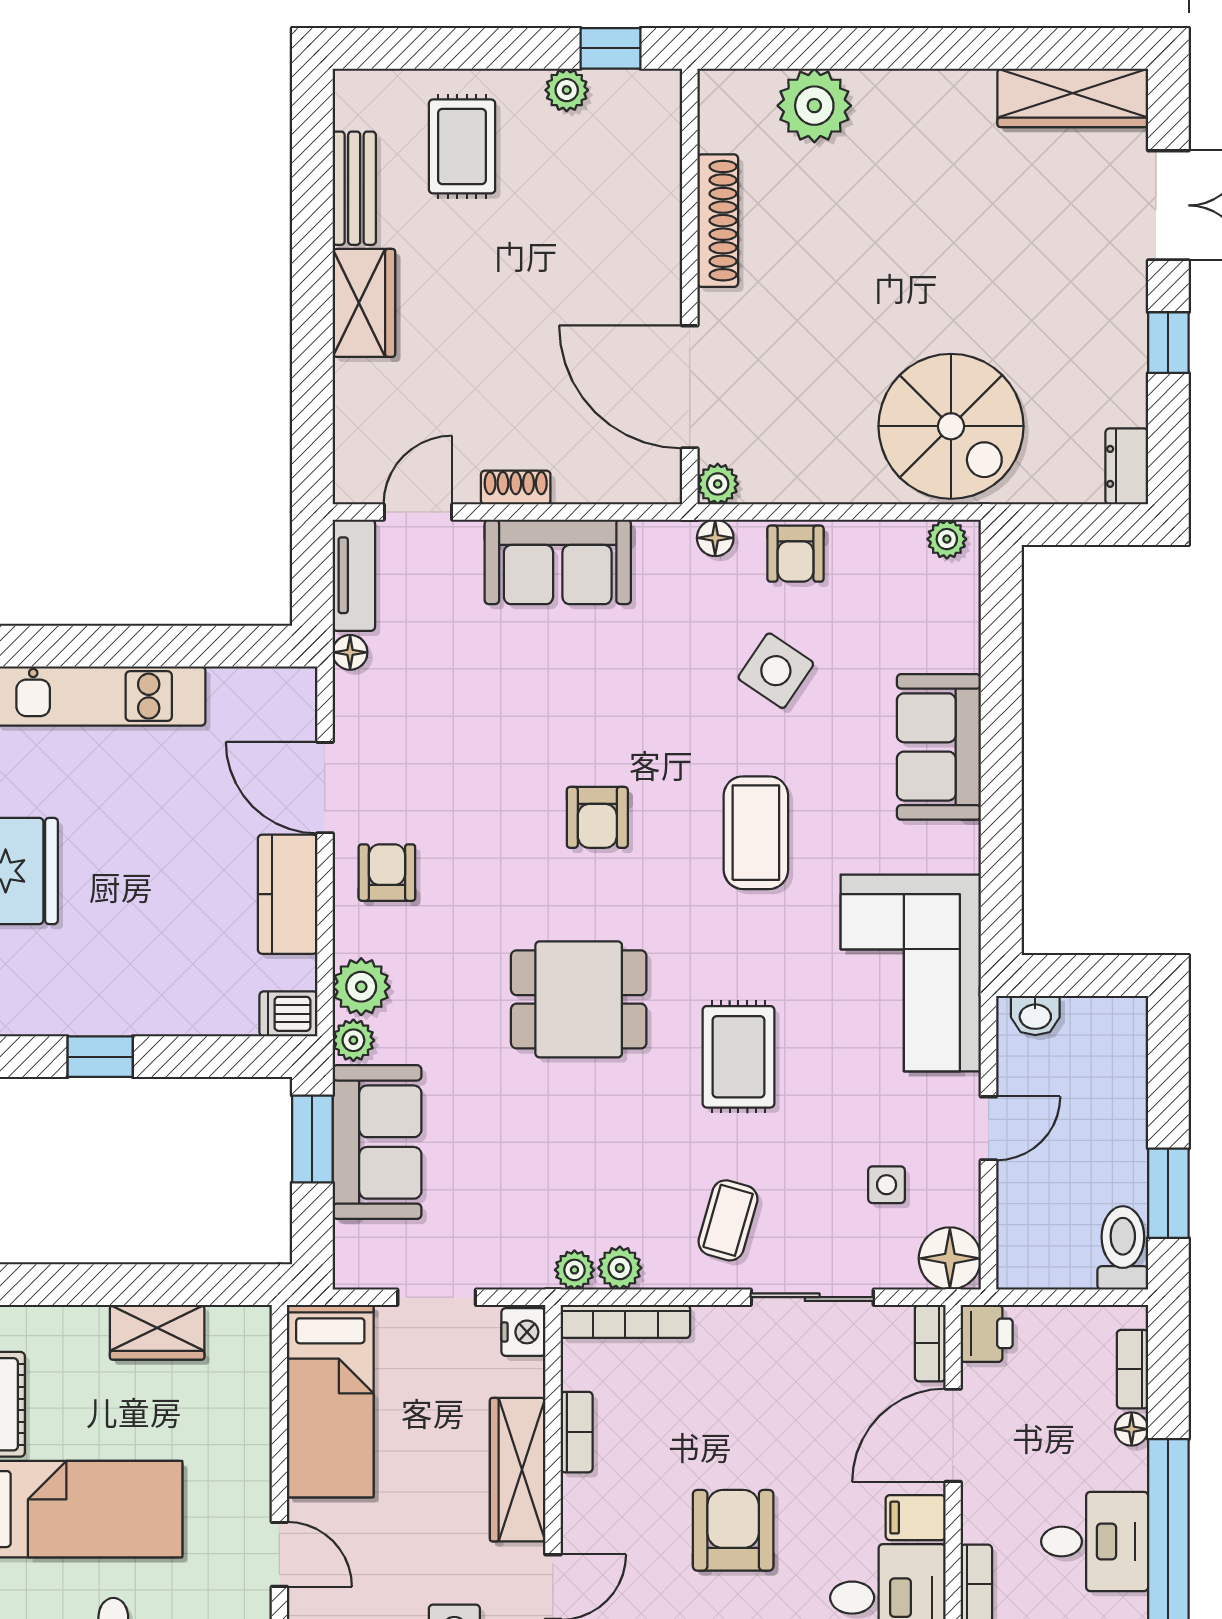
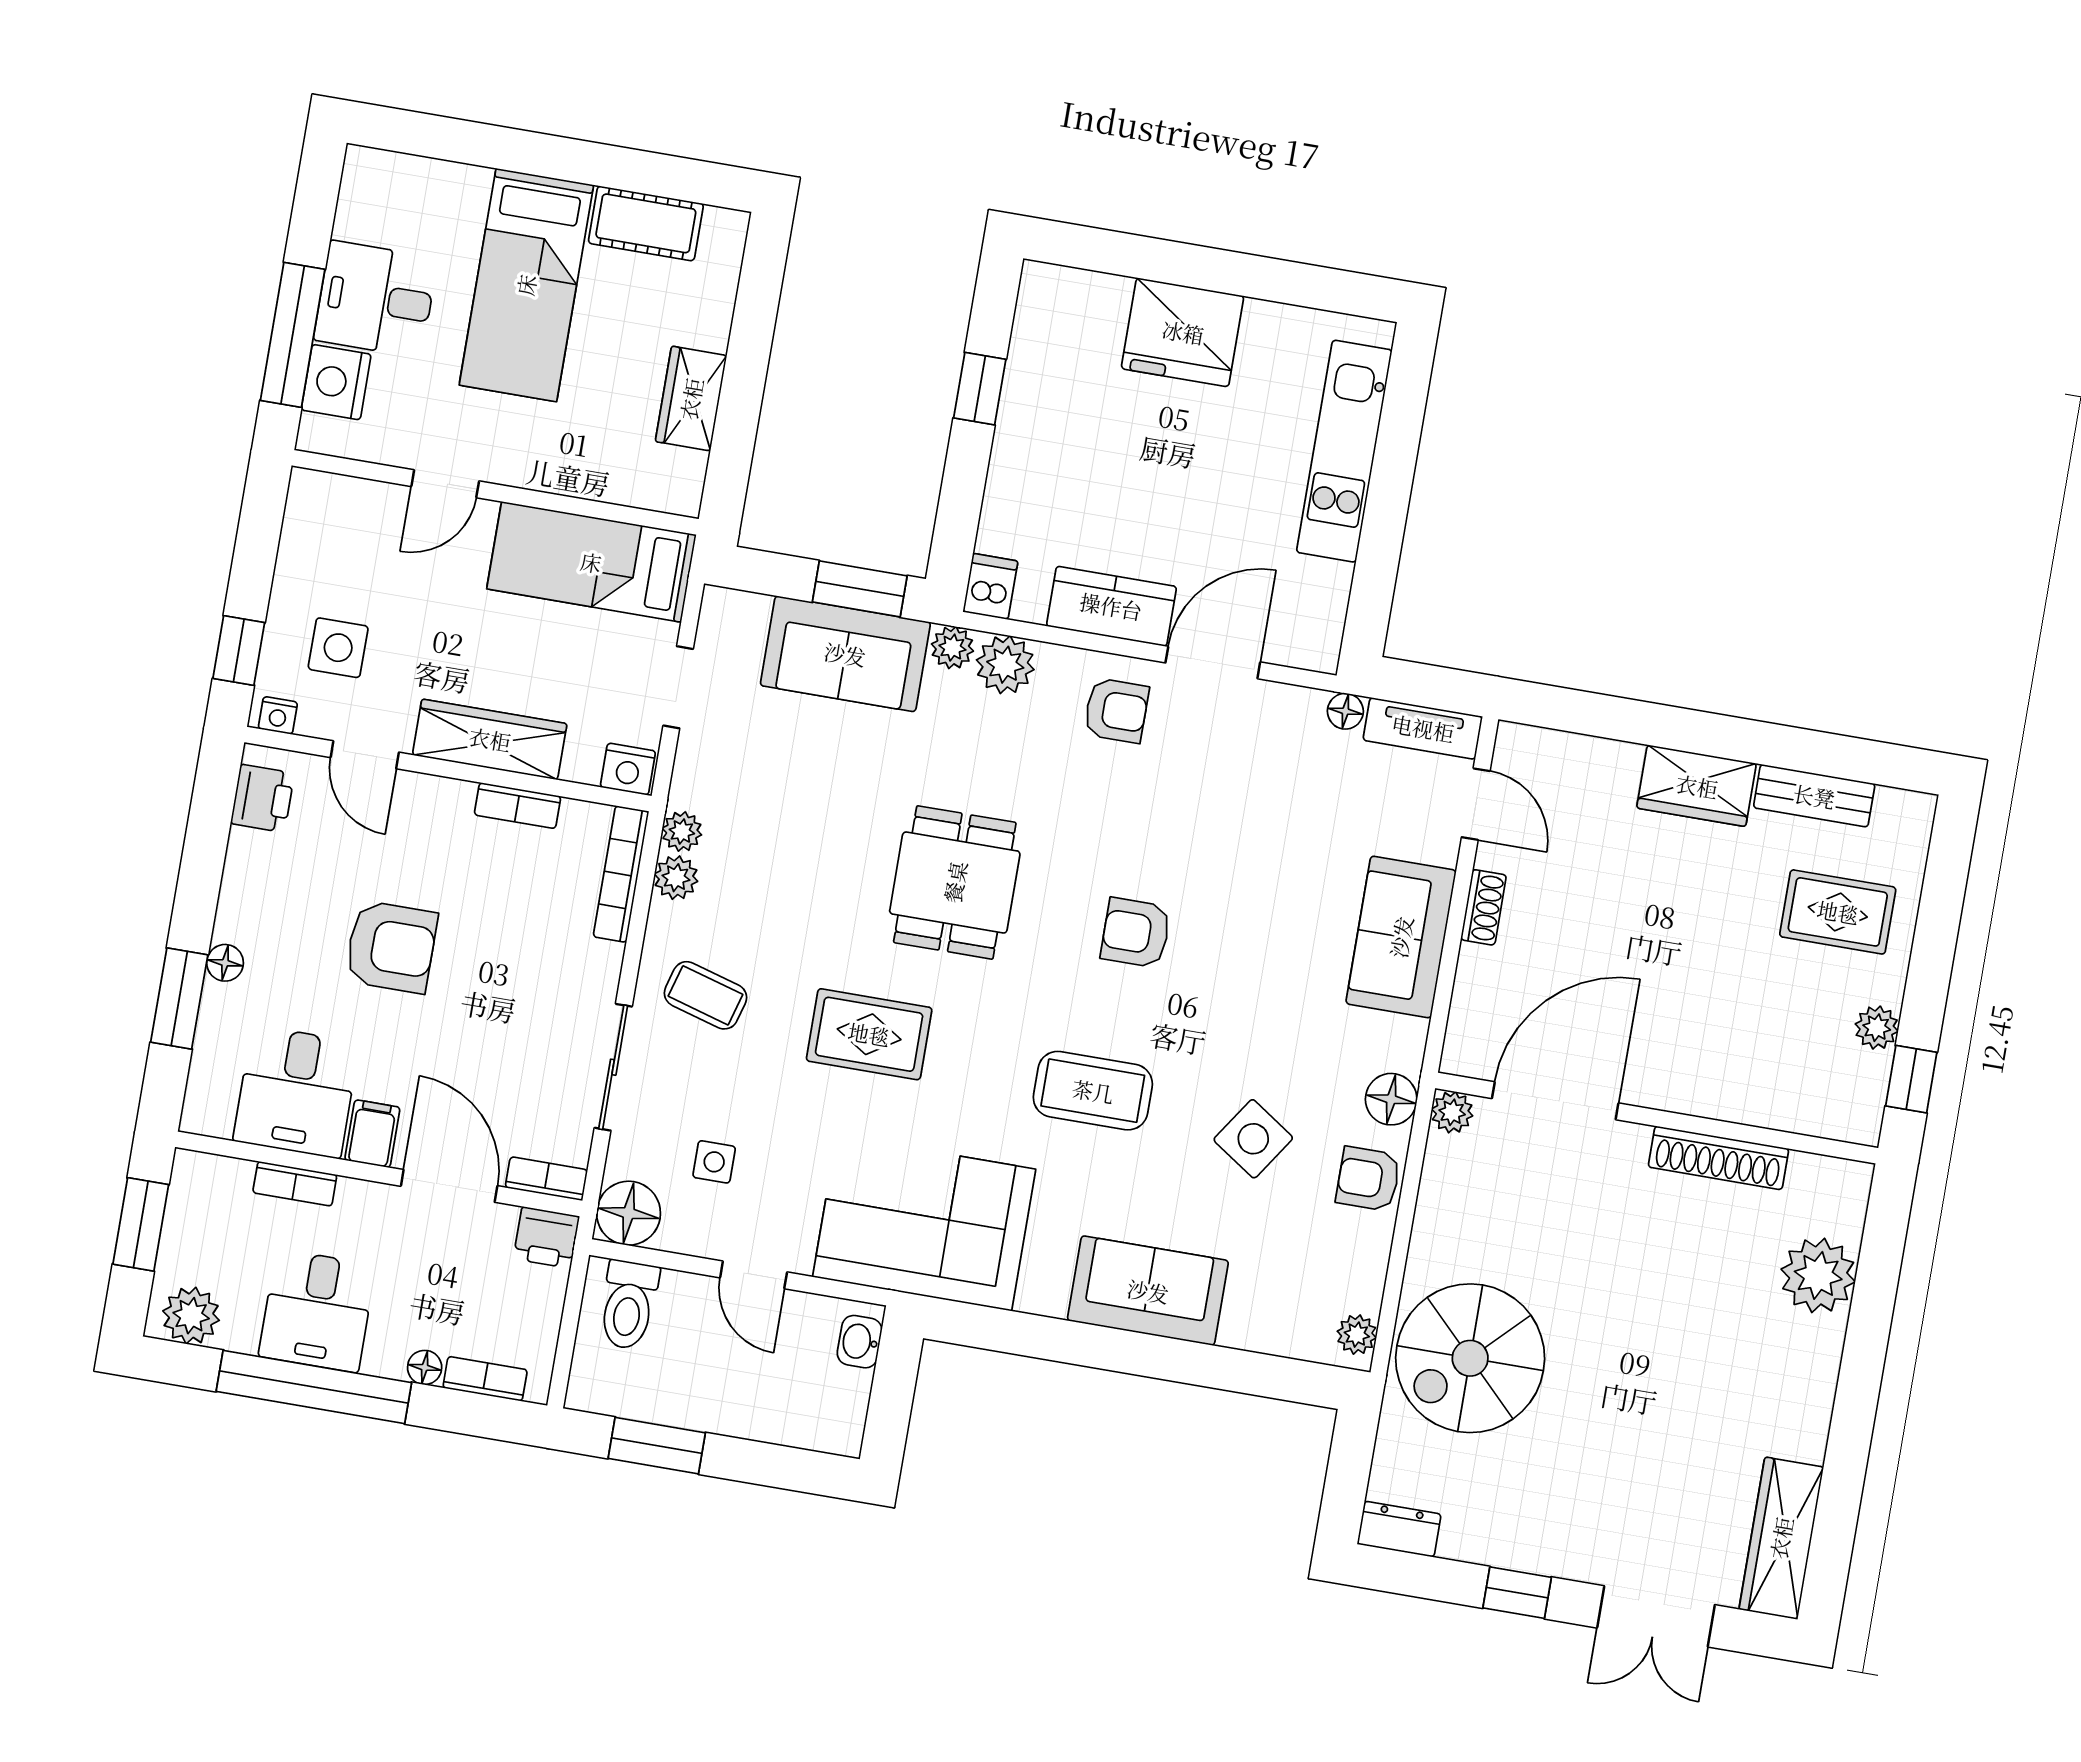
floor lamp: (715, 538) -> (1391, 1099), width x1.37, depth x1.37
toilet: (1123, 1248) -> (628, 1305), moved, turned 90

